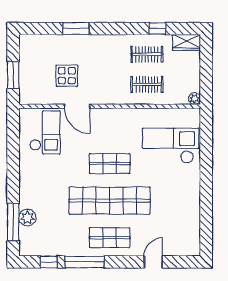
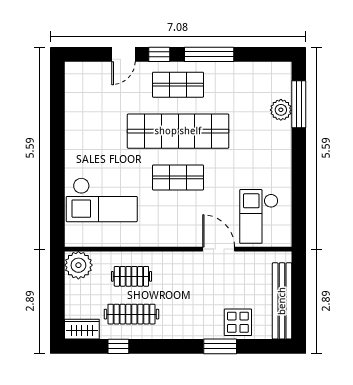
clothes rail: (147, 54) -> (131, 314), width x1.36
bench: (27, 65) -> (282, 301), added
window: (13, 75) -> (299, 288), removed
display table: (67, 76) -> (238, 322), moved
plant: (194, 99) -> (78, 265), width x1.88, depth x1.88
window: (49, 262) -> (159, 54), moved

